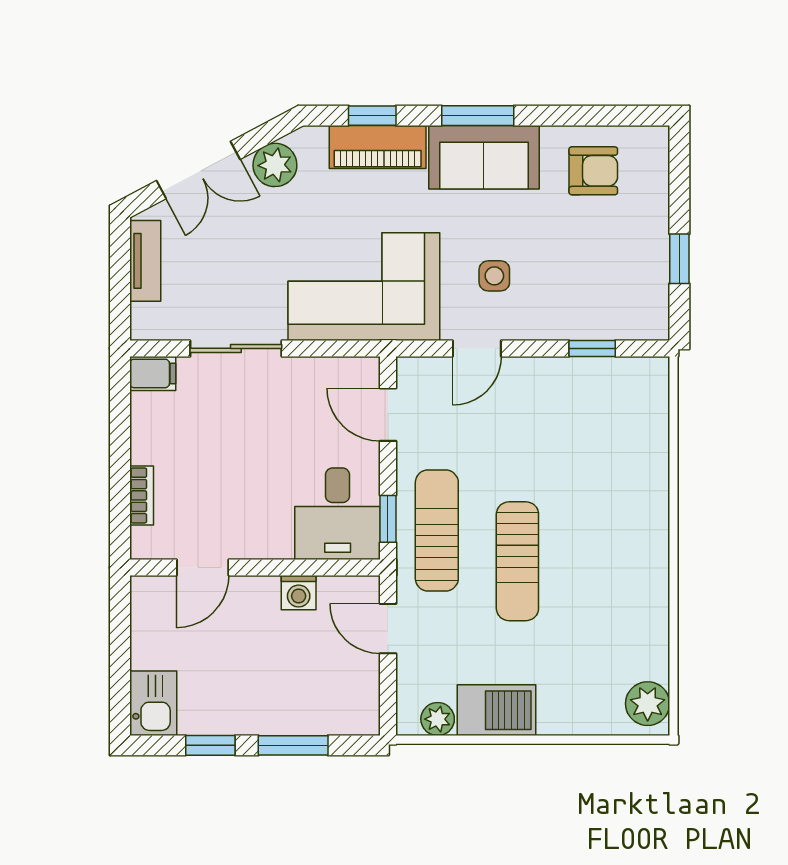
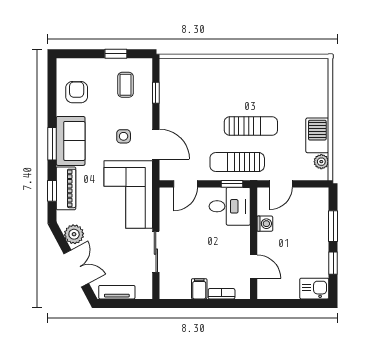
coffee table: (610, 280) -> (125, 85), added
door: (477, 348) -> (156, 144), width x1.38
filing cabinet: (153, 373) -> (199, 289), moved
plant: (648, 704) -> (314, 68), removed

